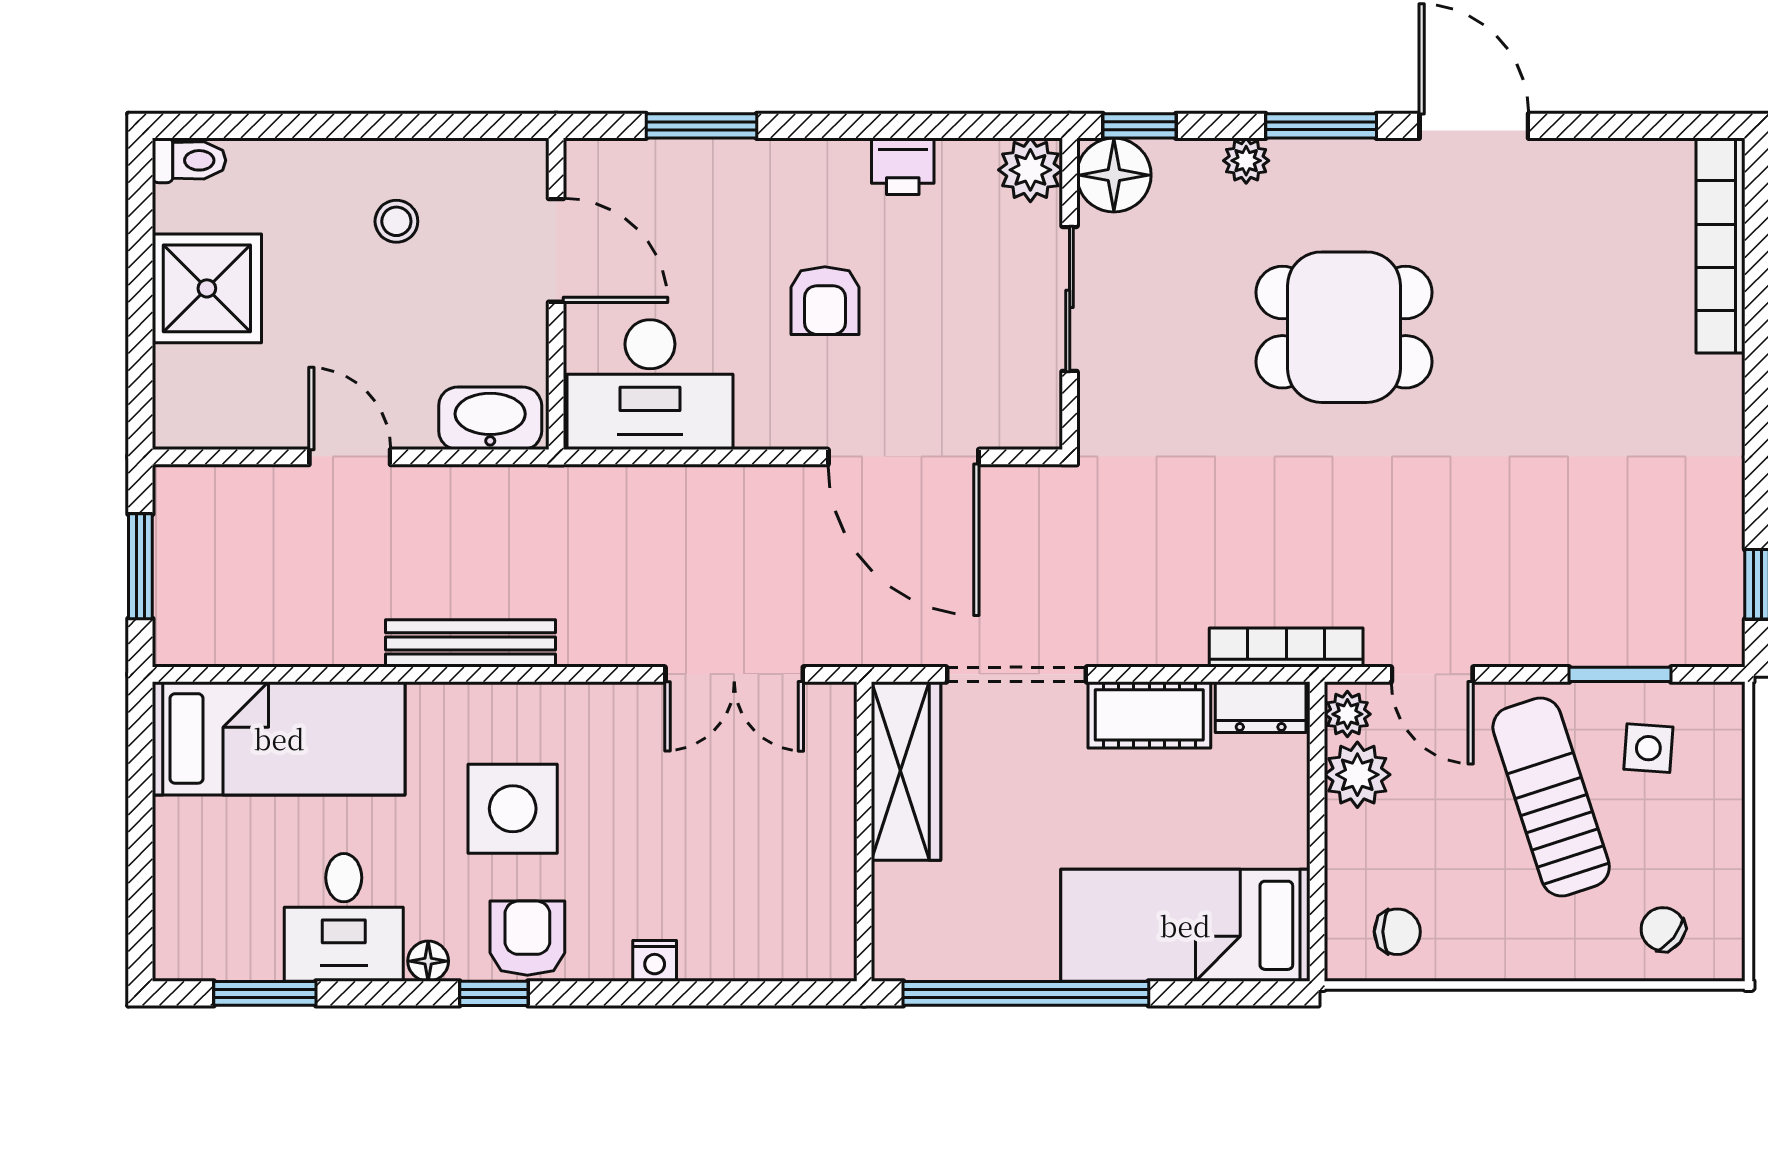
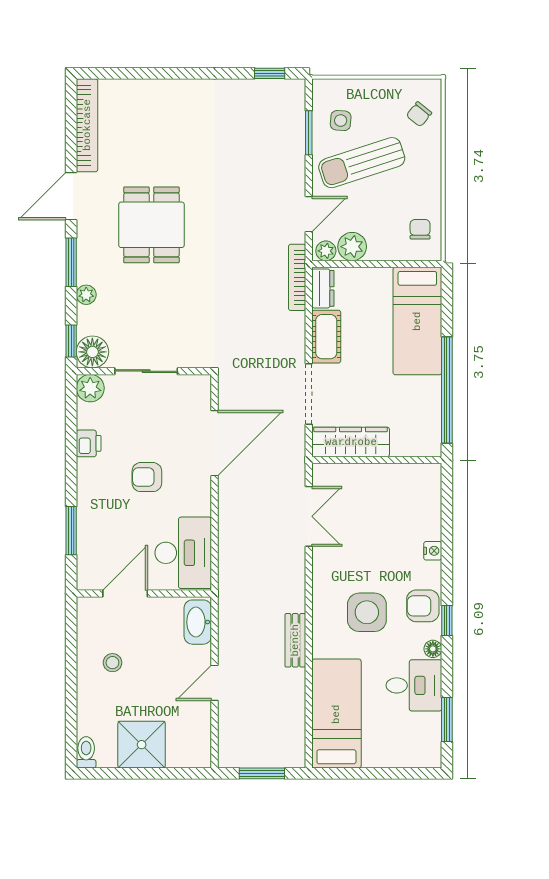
bookcase: (1721, 246) -> (87, 125), moved, turned -90
armchair: (825, 301) -> (147, 477), turned 180
dining table: (1344, 327) -> (151, 225), moved
bench: (470, 643) -> (295, 640), width x0.73

